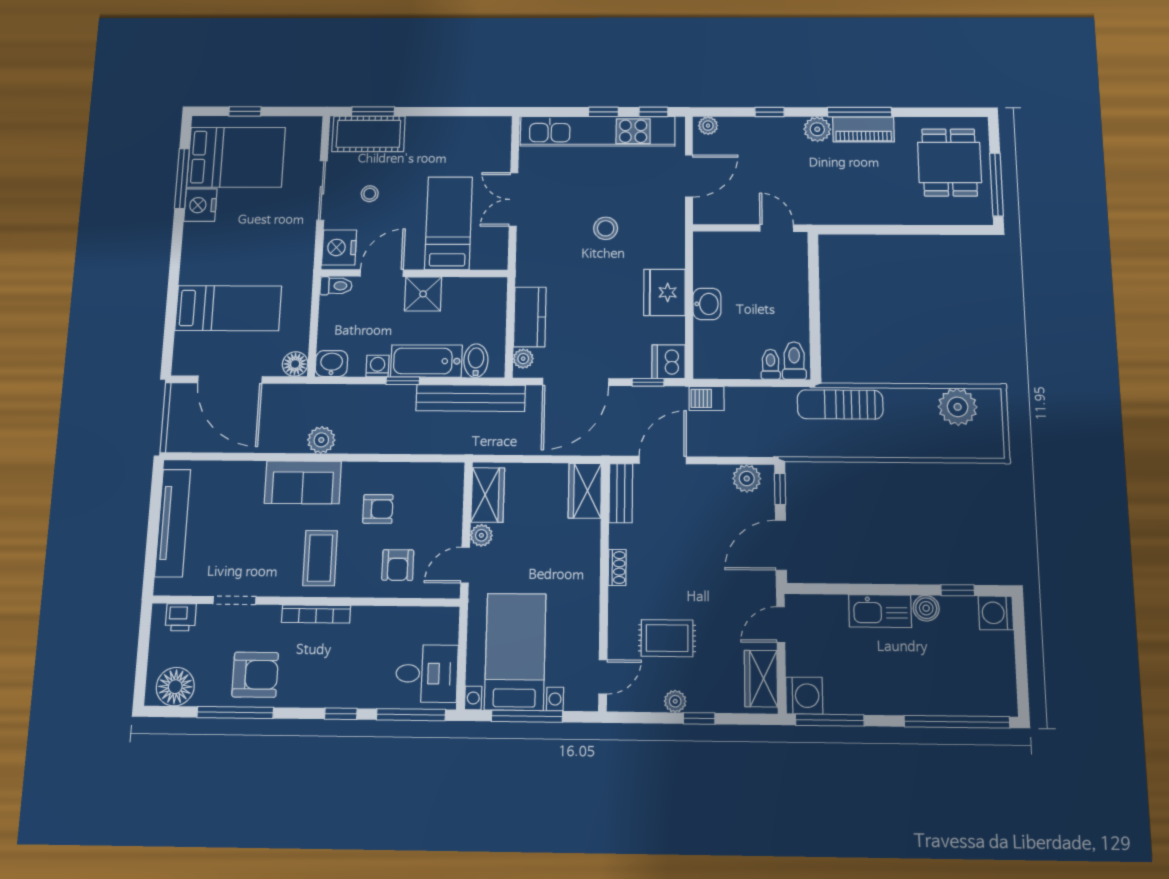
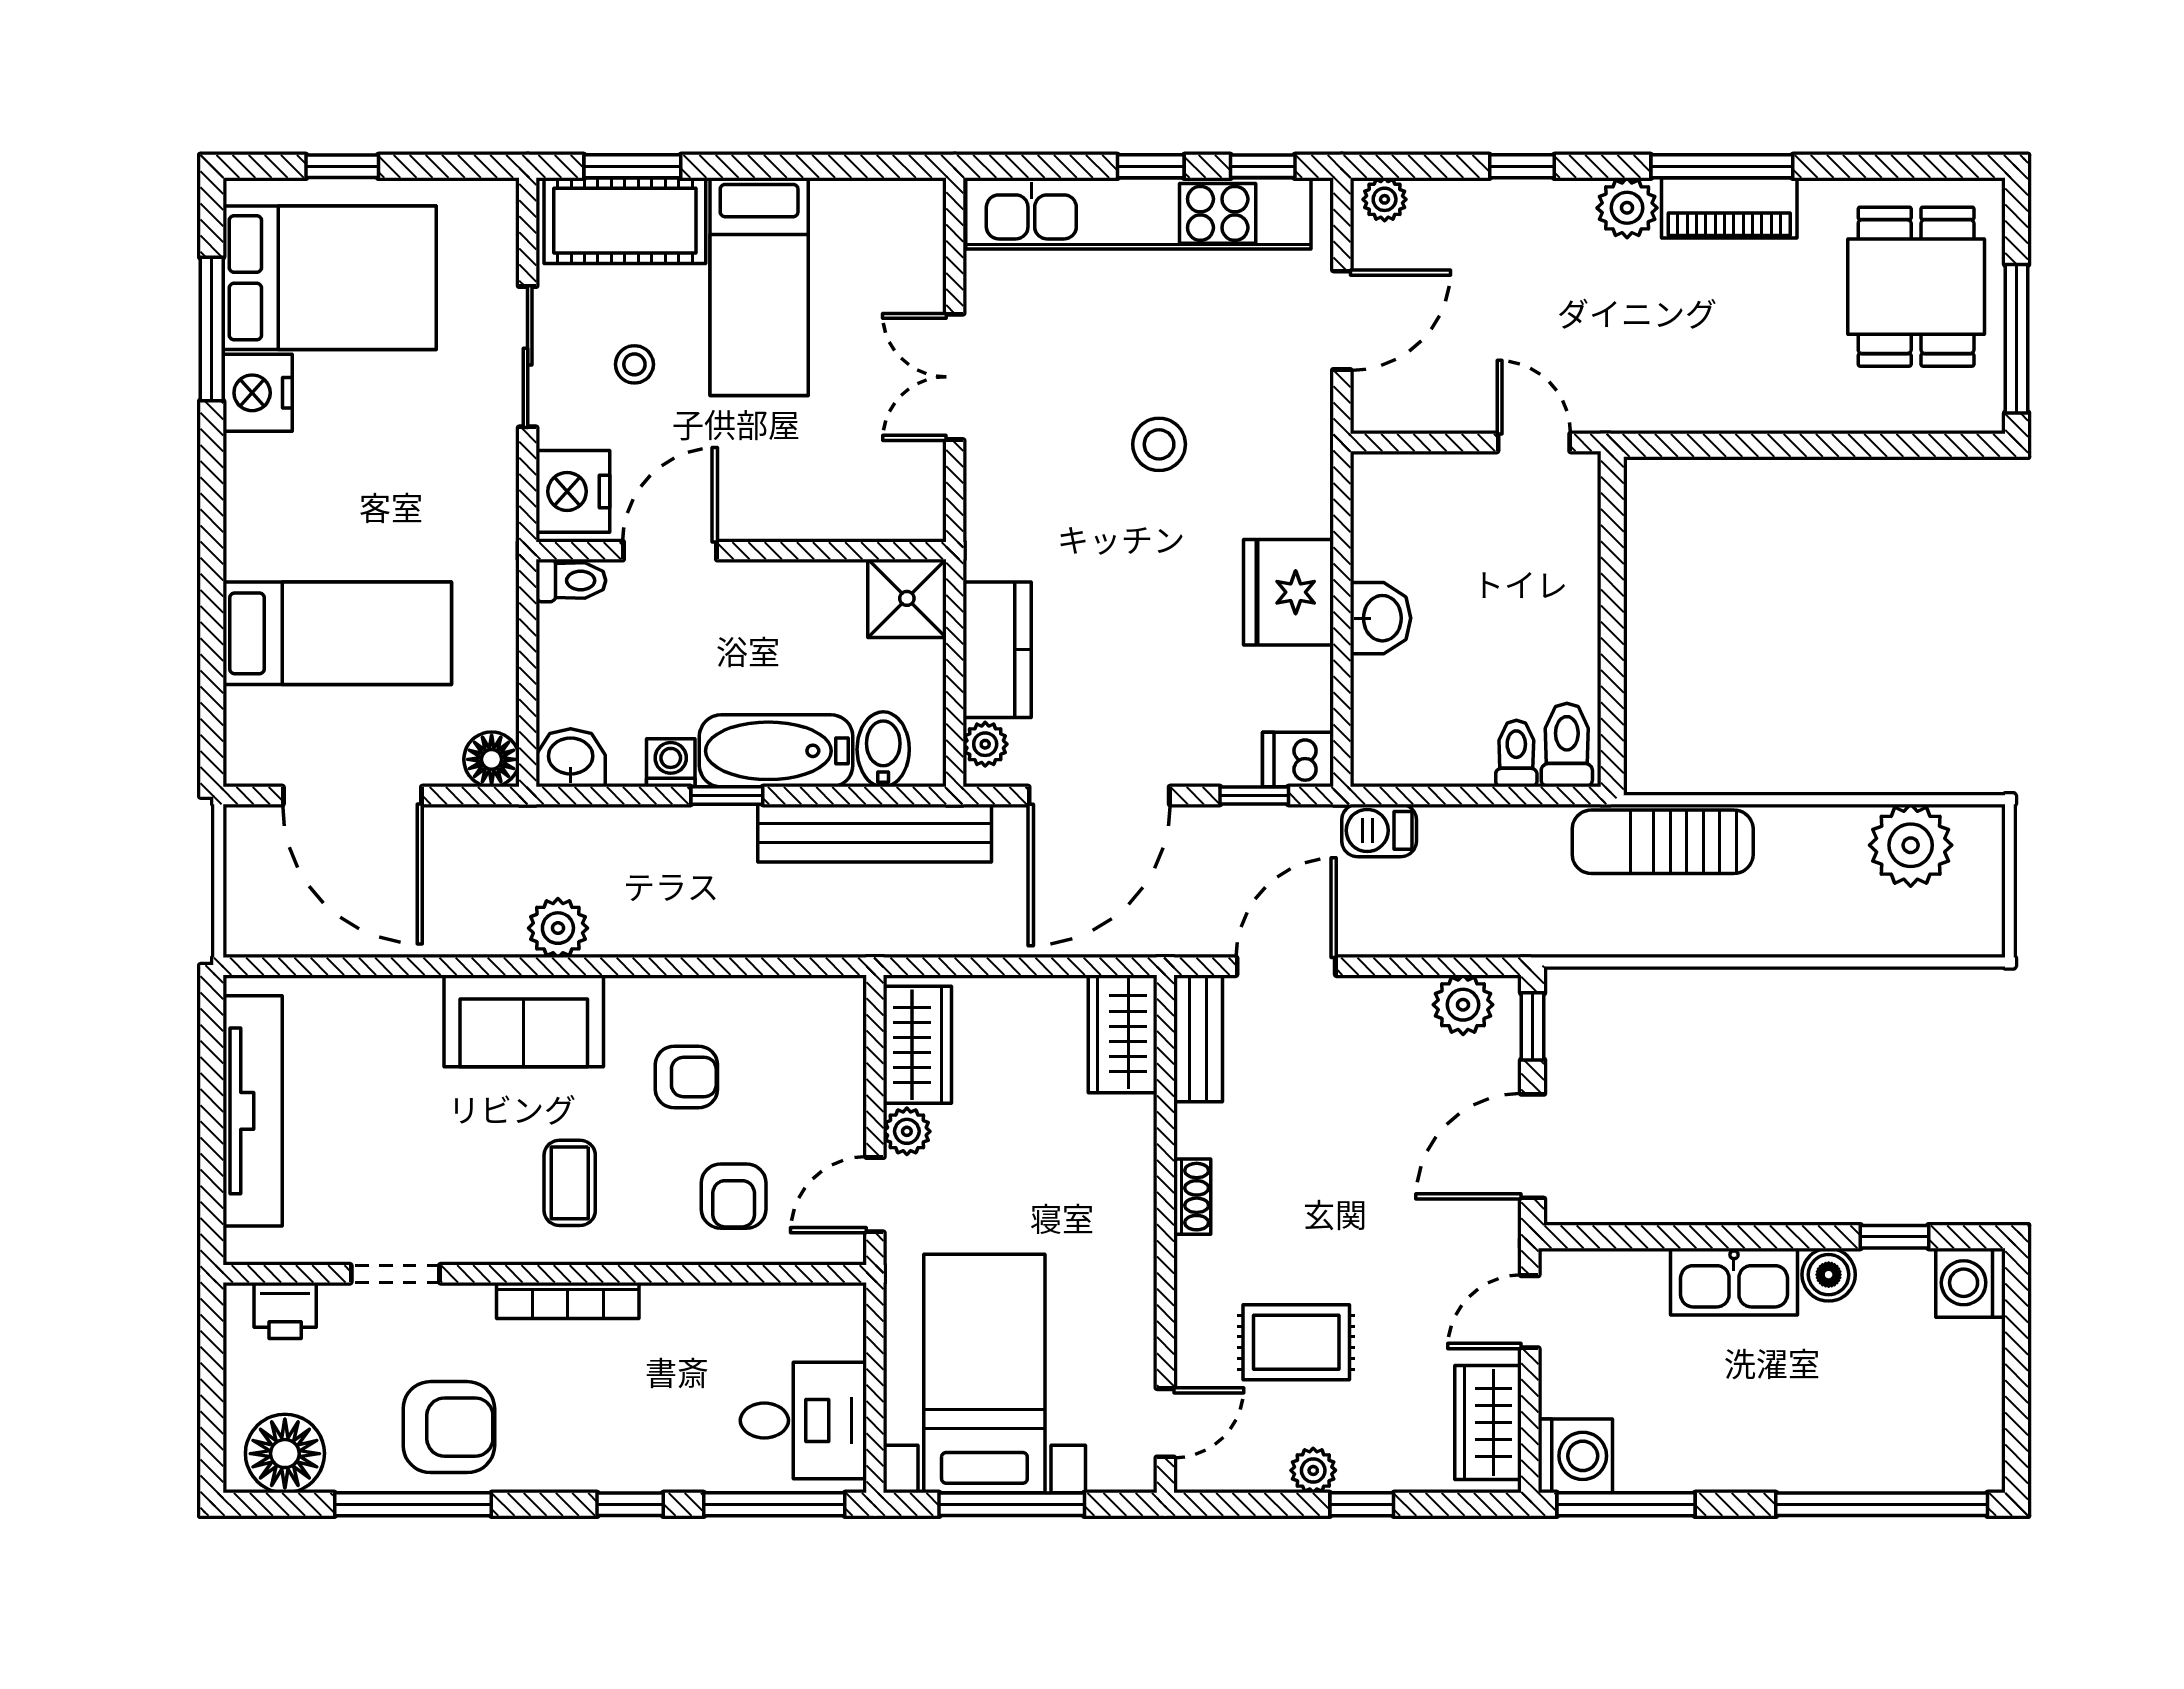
bed: (449, 223) -> (759, 287), moved, turned 180
shower: (423, 294) -> (907, 598), moved
dishwasher: (669, 362) -> (1298, 760), width x0.73
coffee table: (320, 558) -> (570, 1183), width x0.73, depth x0.77

